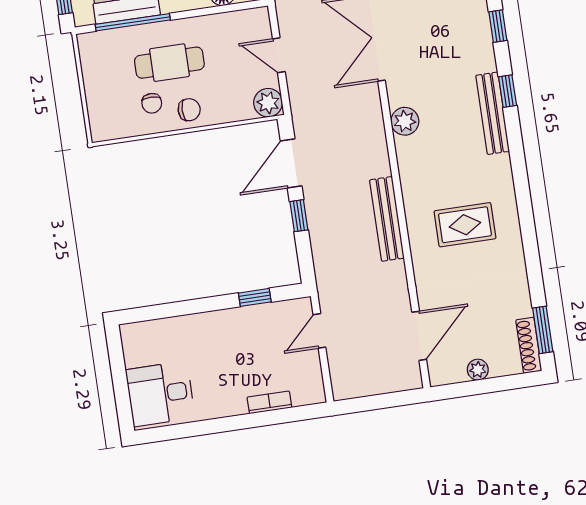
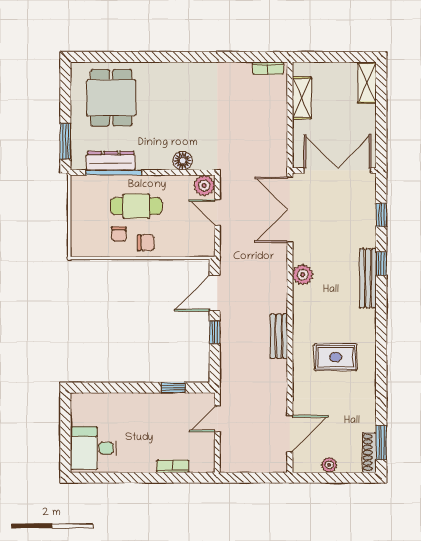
plant: (268, 103) -> (204, 186), moved
bench: (387, 219) -> (279, 336), width x0.73

